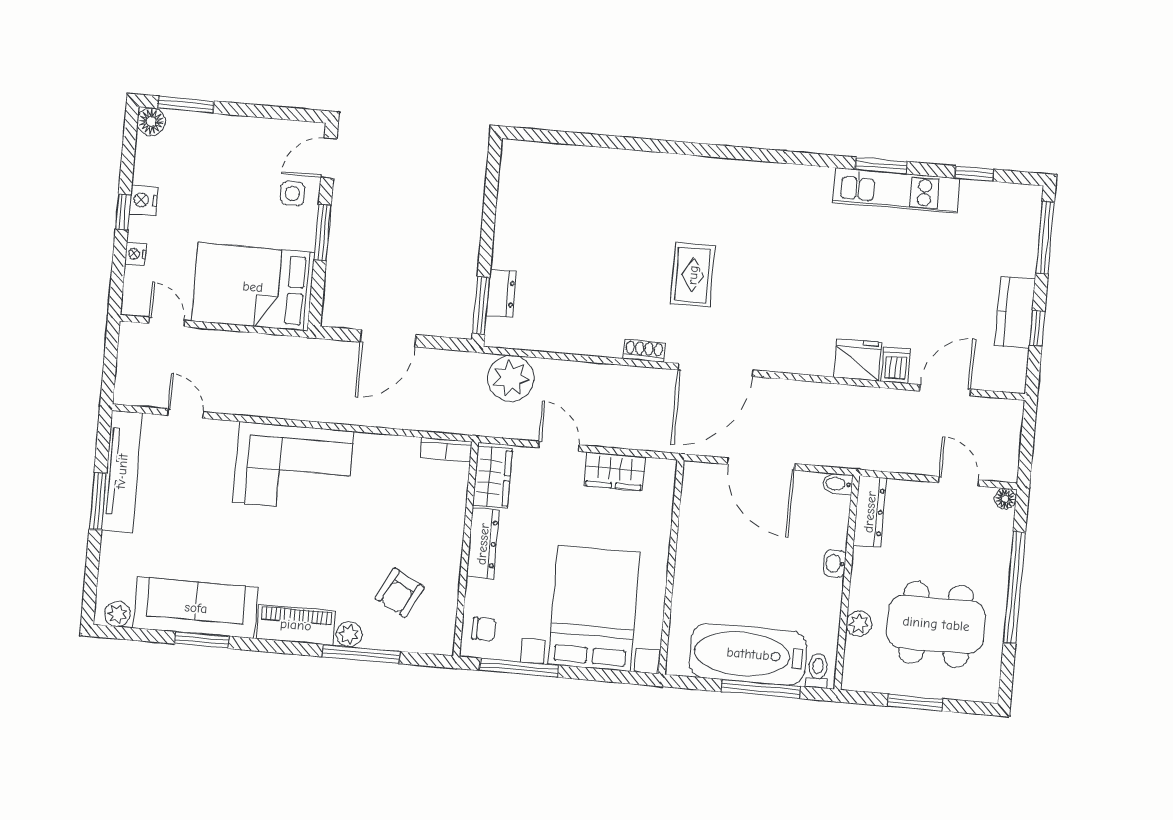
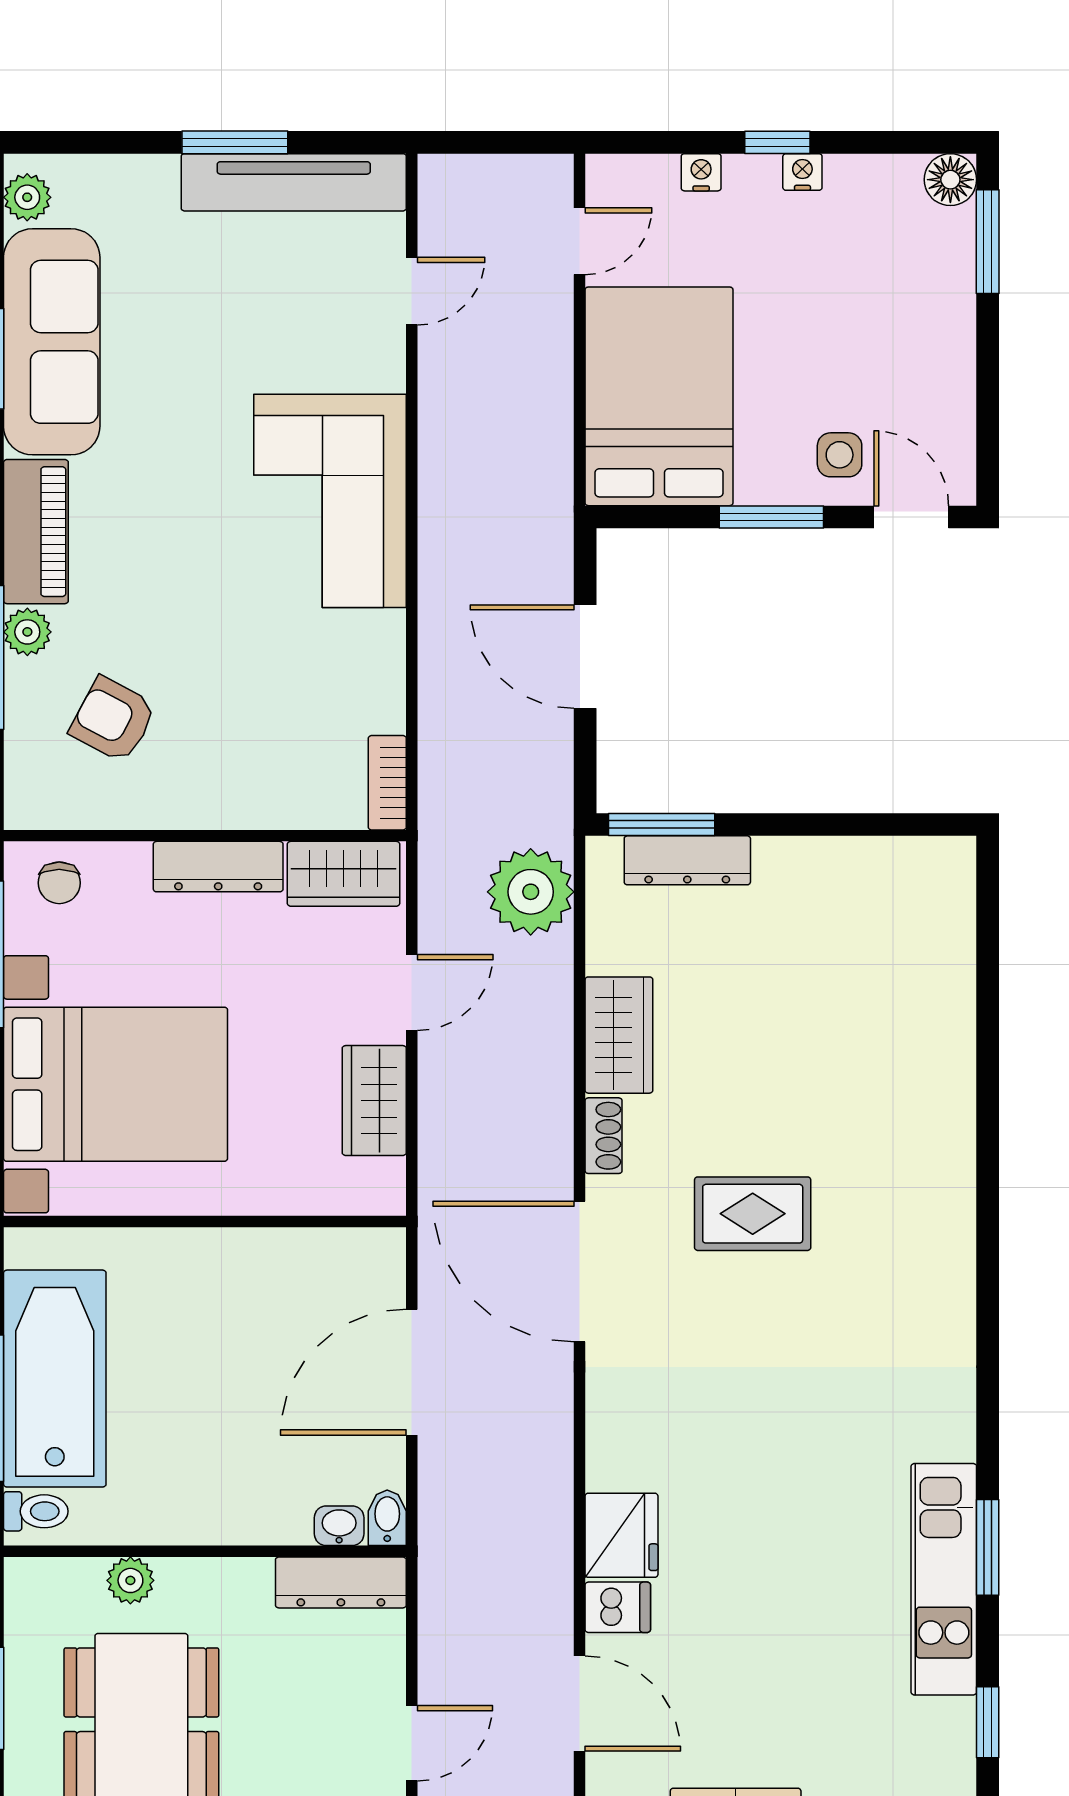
nightstand: (144, 200) -> (802, 172), width x0.72, depth x0.74
dresser: (501, 293) -> (687, 860), width x1.44
wardrobe: (591, 338) -> (619, 1035), added
washbasin: (835, 563) -> (339, 1526), moved

